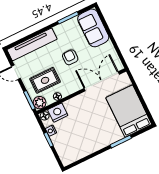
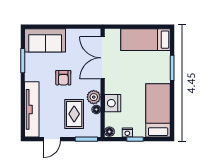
armchair: (70, 57) -> (63, 78), turned -90
plant: (40, 103) -> (94, 97), moved
bed: (129, 111) -> (146, 40), width x0.67
nightstand: (58, 113) -> (113, 103), moved
bed: (81, 147) -> (158, 110), added

